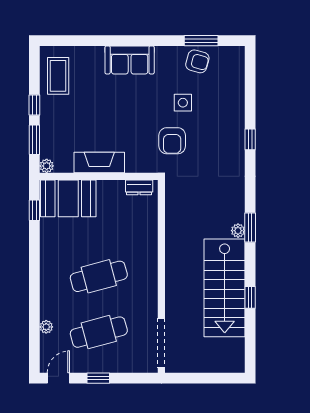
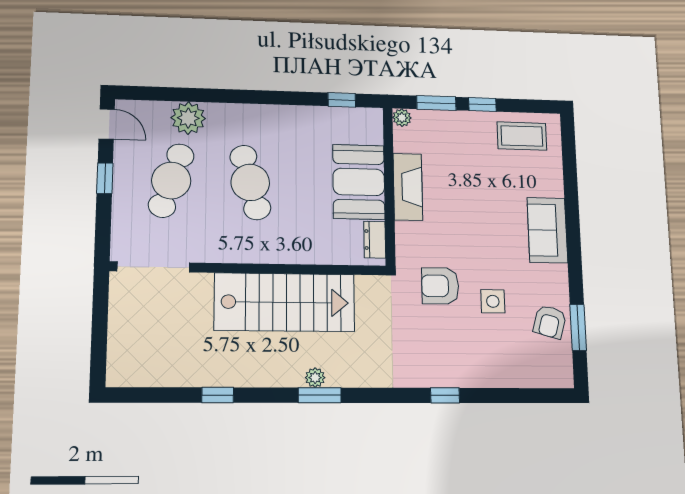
booth: (68, 198) -> (359, 182), moved
stairs: (225, 288) -> (285, 302), moved, turned 180
plant: (46, 327) -> (188, 118), width x1.88, depth x1.88
cafe table: (99, 332) -> (171, 180), turned 33

